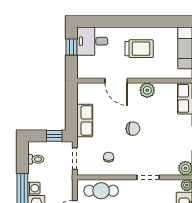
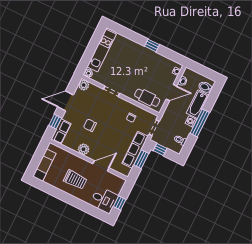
trolley: (139, 49) -> (75, 180), turned 180
door: (116, 81) -> (101, 166), hinge flipped
window: (71, 113) -> (141, 159), added
row of seats: (85, 120) -> (135, 150), width x1.48
chair: (133, 129) -> (90, 125), moved

